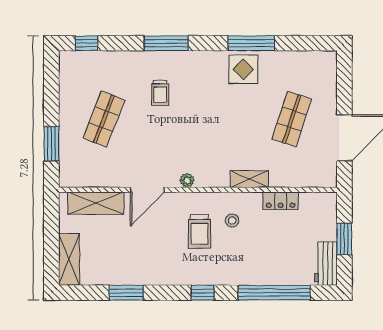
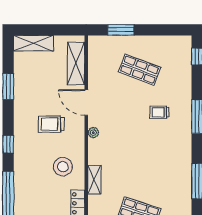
display table: (243, 69) -> (177, 175), removed
stool: (232, 221) -> (63, 167), width x1.89, depth x1.89
trolley: (199, 231) -> (51, 124), moved

